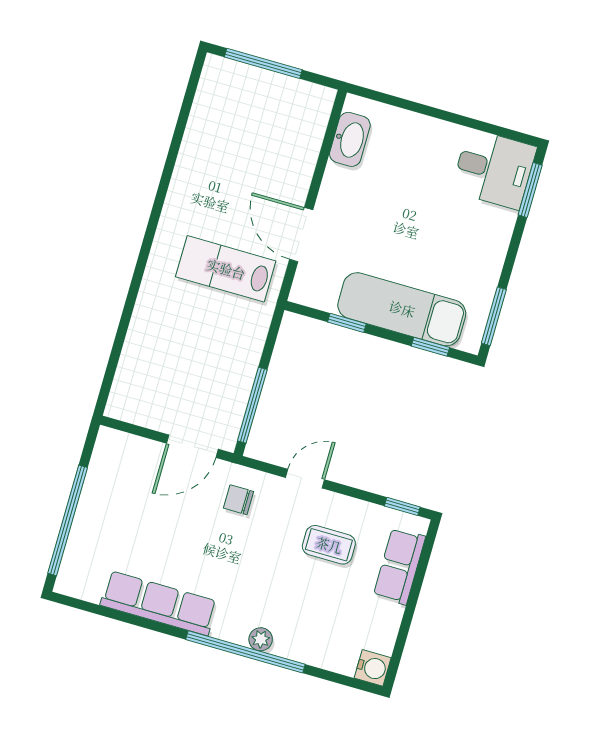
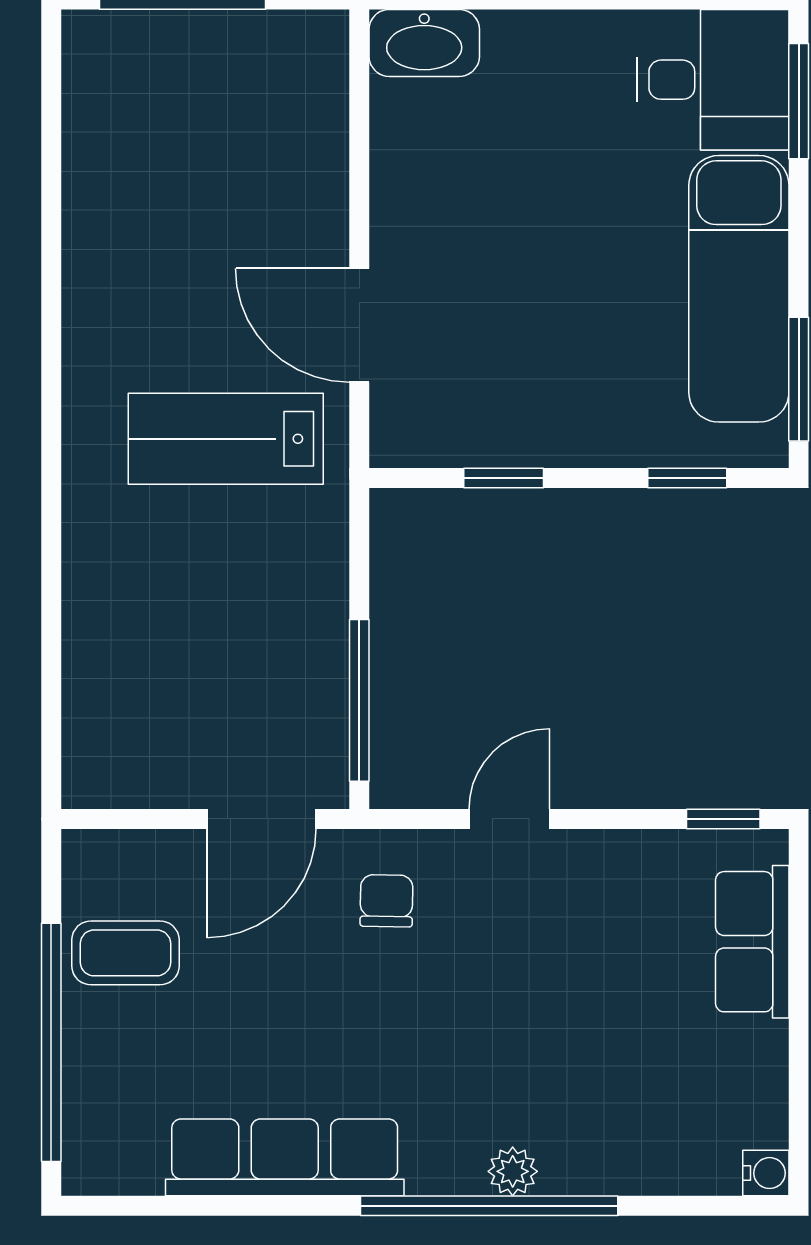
washbasin: (350, 139) -> (424, 43), moved, turned 90
exam couch: (402, 309) -> (739, 289), moved, turned -90
chair: (238, 500) -> (386, 901), turned 91
coffee table: (329, 545) -> (125, 953), moved
water cooler: (373, 668) -> (766, 1173), width x0.72, depth x0.72

